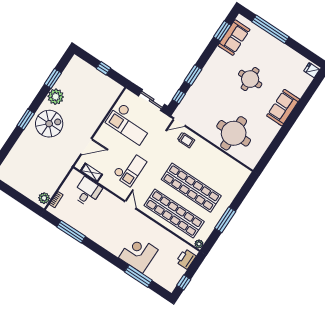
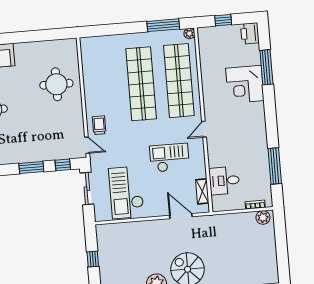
checkout: (129, 123) -> (126, 192), turned 180
round table: (234, 133) -> (56, 84), width x0.73, depth x0.73
window: (225, 220) -> (163, 25), moved
printer: (186, 259) -> (250, 33), moved, turned 90
window: (184, 282) -> (223, 20), moved

